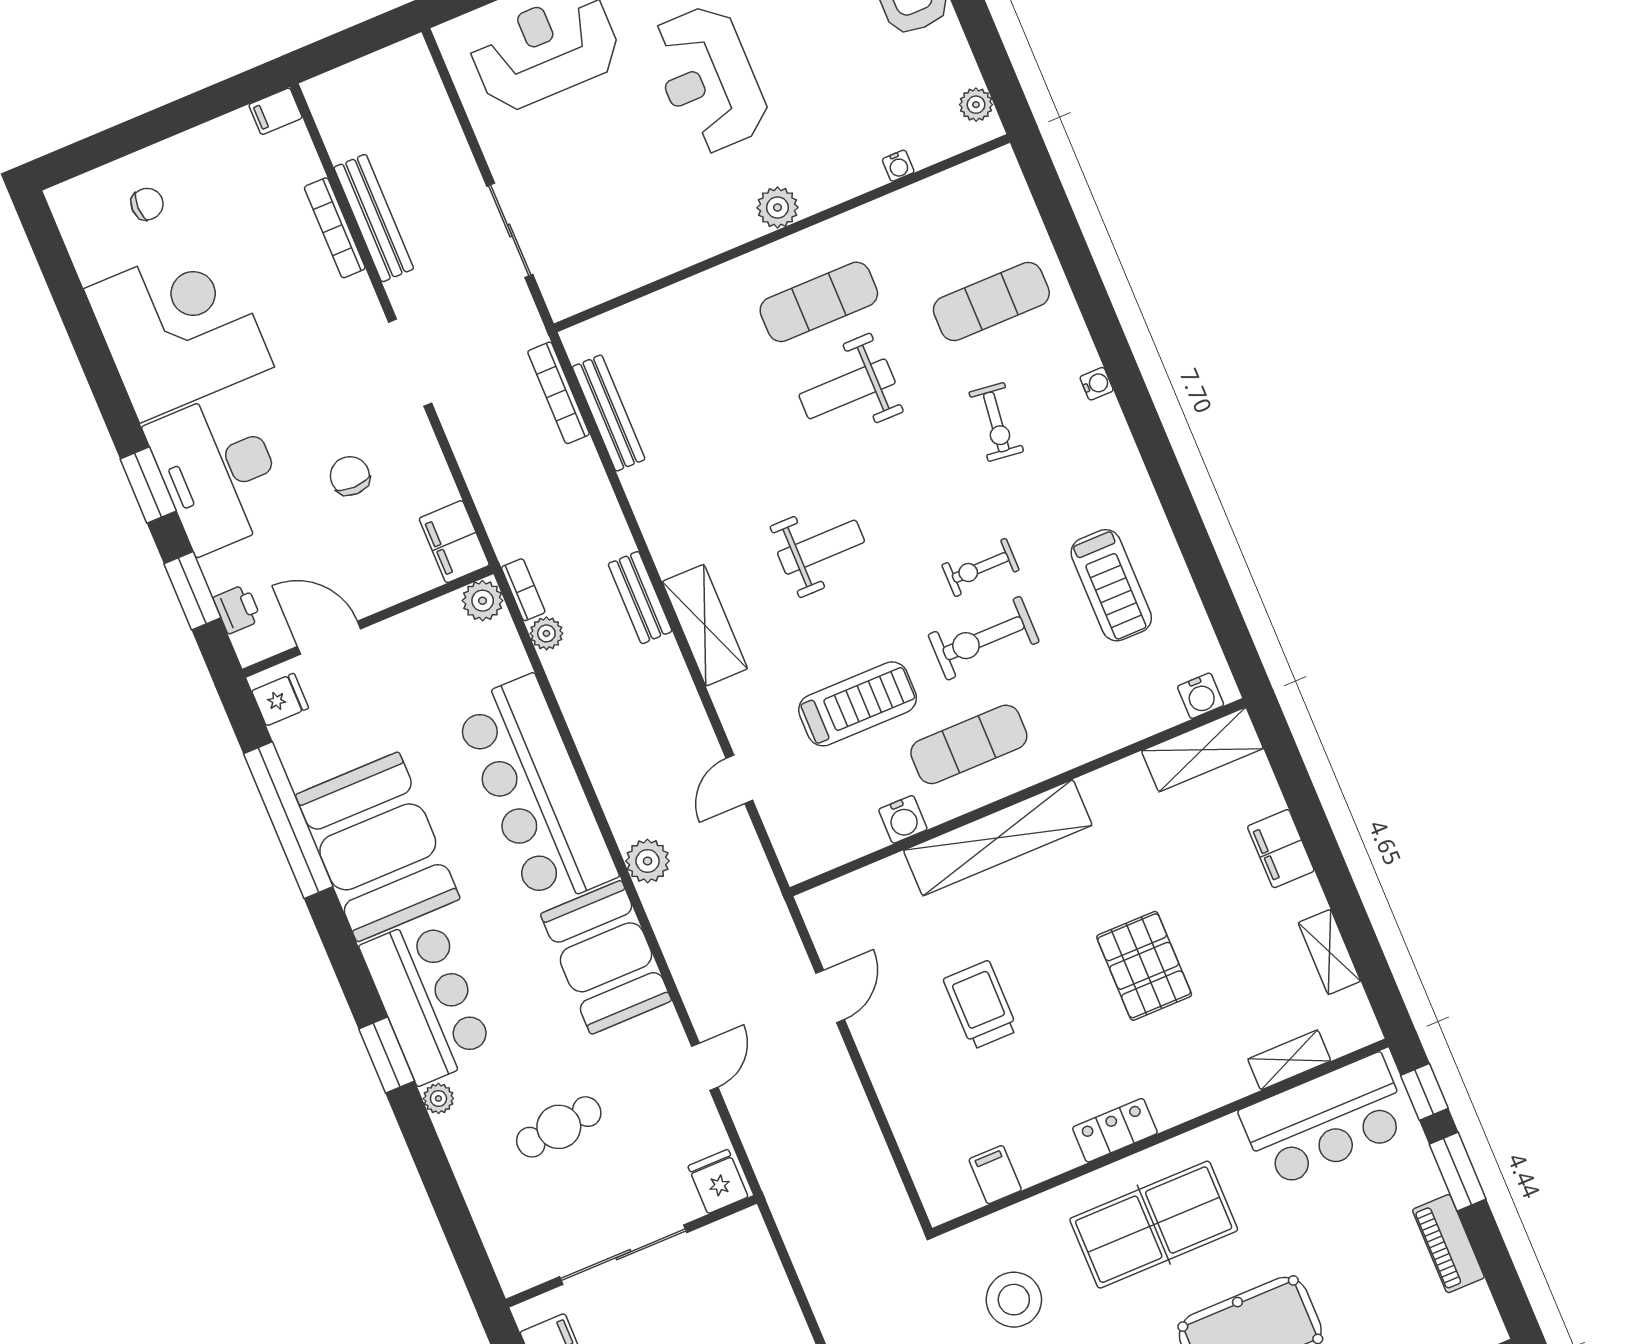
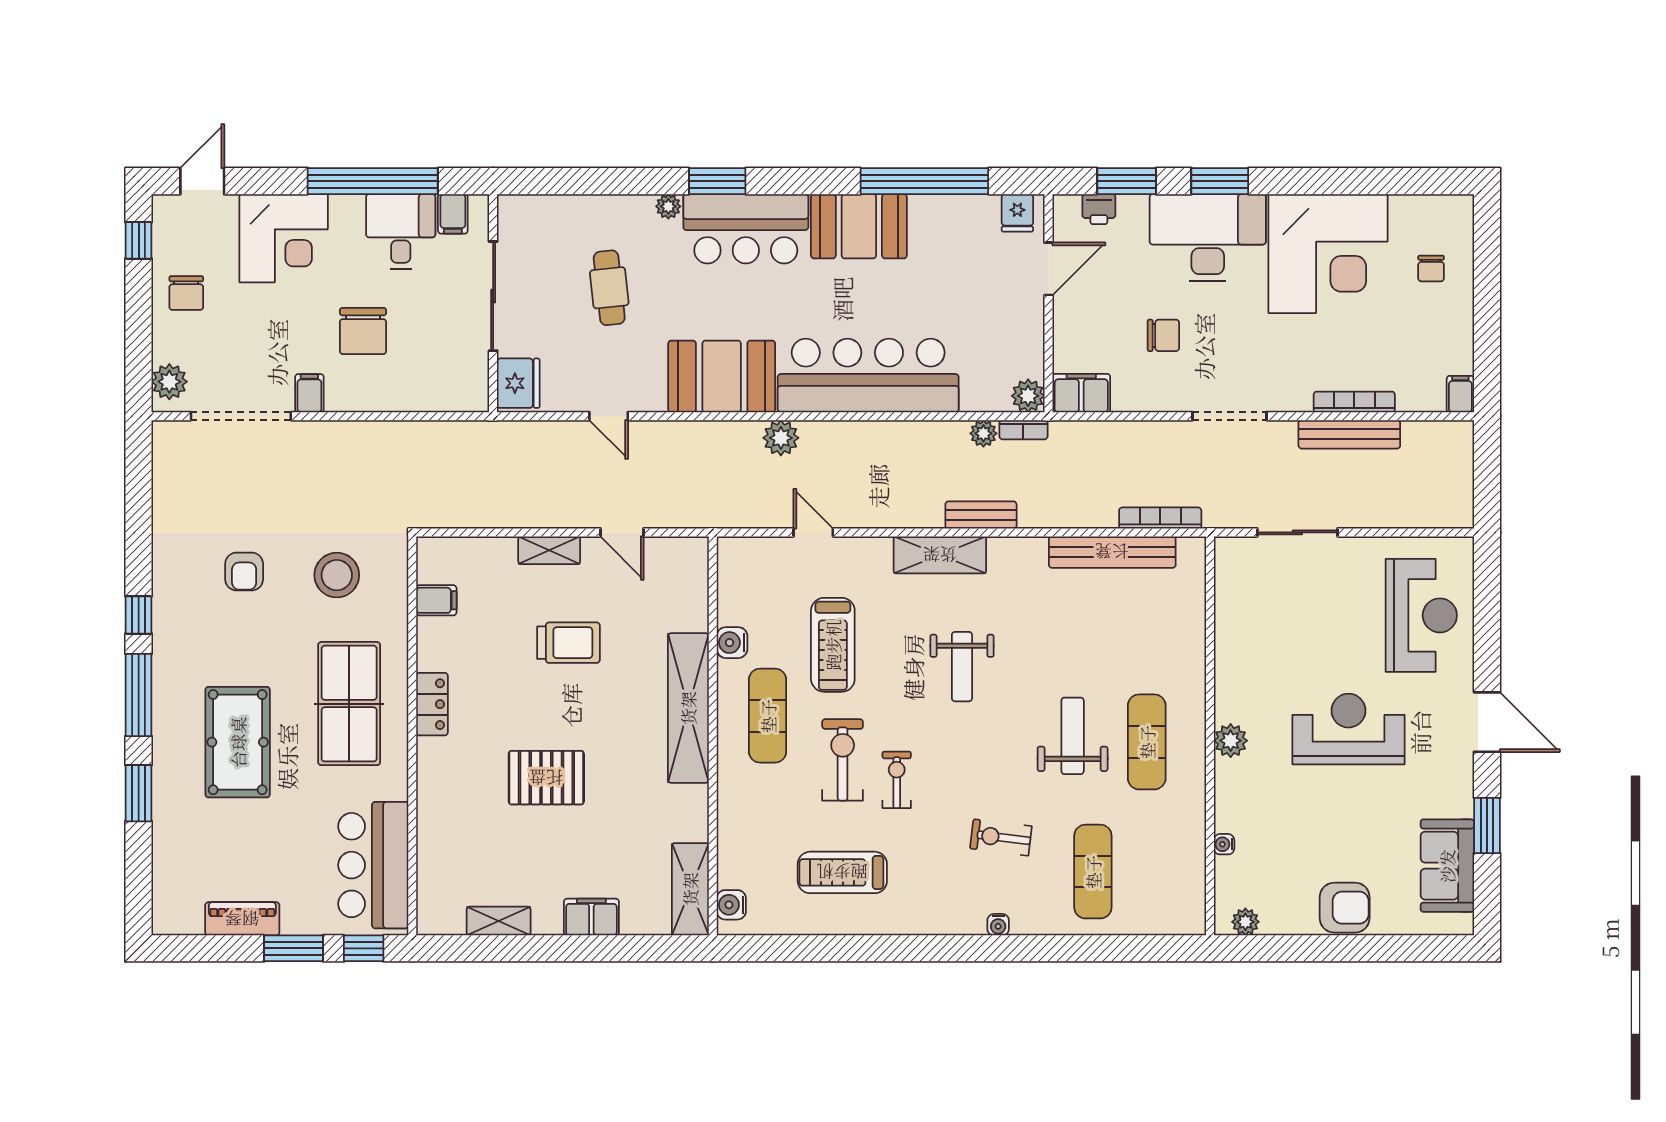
bench: (609, 413) -> (1112, 552), width x1.37, depth x1.21
booth: (378, 847) -> (859, 226), width x0.73, depth x0.70
shelving: (1289, 1060) -> (549, 550), moved, turned 90
fridge: (718, 1181) -> (518, 383), width x1.38

